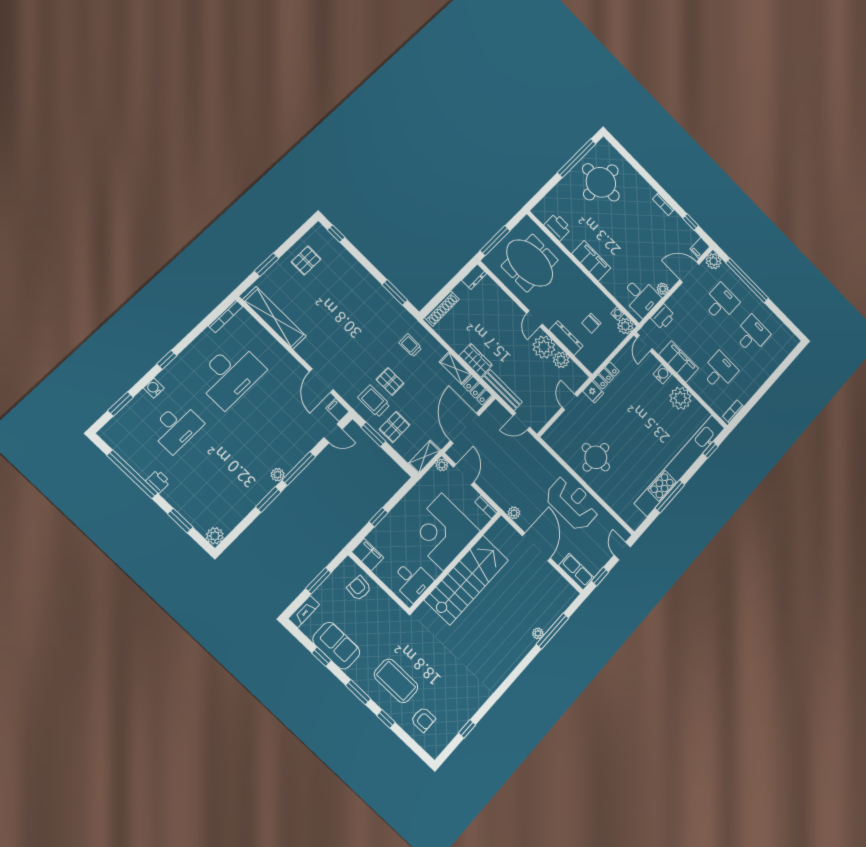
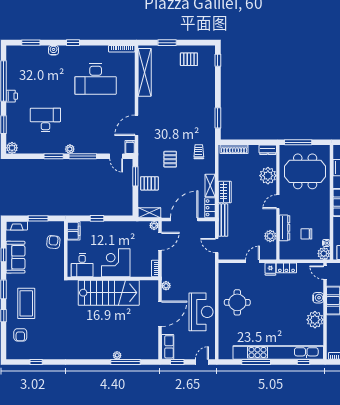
meeting table: (530, 263) -> (305, 171), turned 90
door: (645, 343) -> (325, 273), hinge flipped
plant: (544, 347) -> (268, 176), moved
trolley: (374, 401) -> (152, 161), removed
desk: (176, 427) -> (45, 120), moved, turned 180
corner desk: (442, 532) -> (116, 263), width x0.74, depth x0.74

